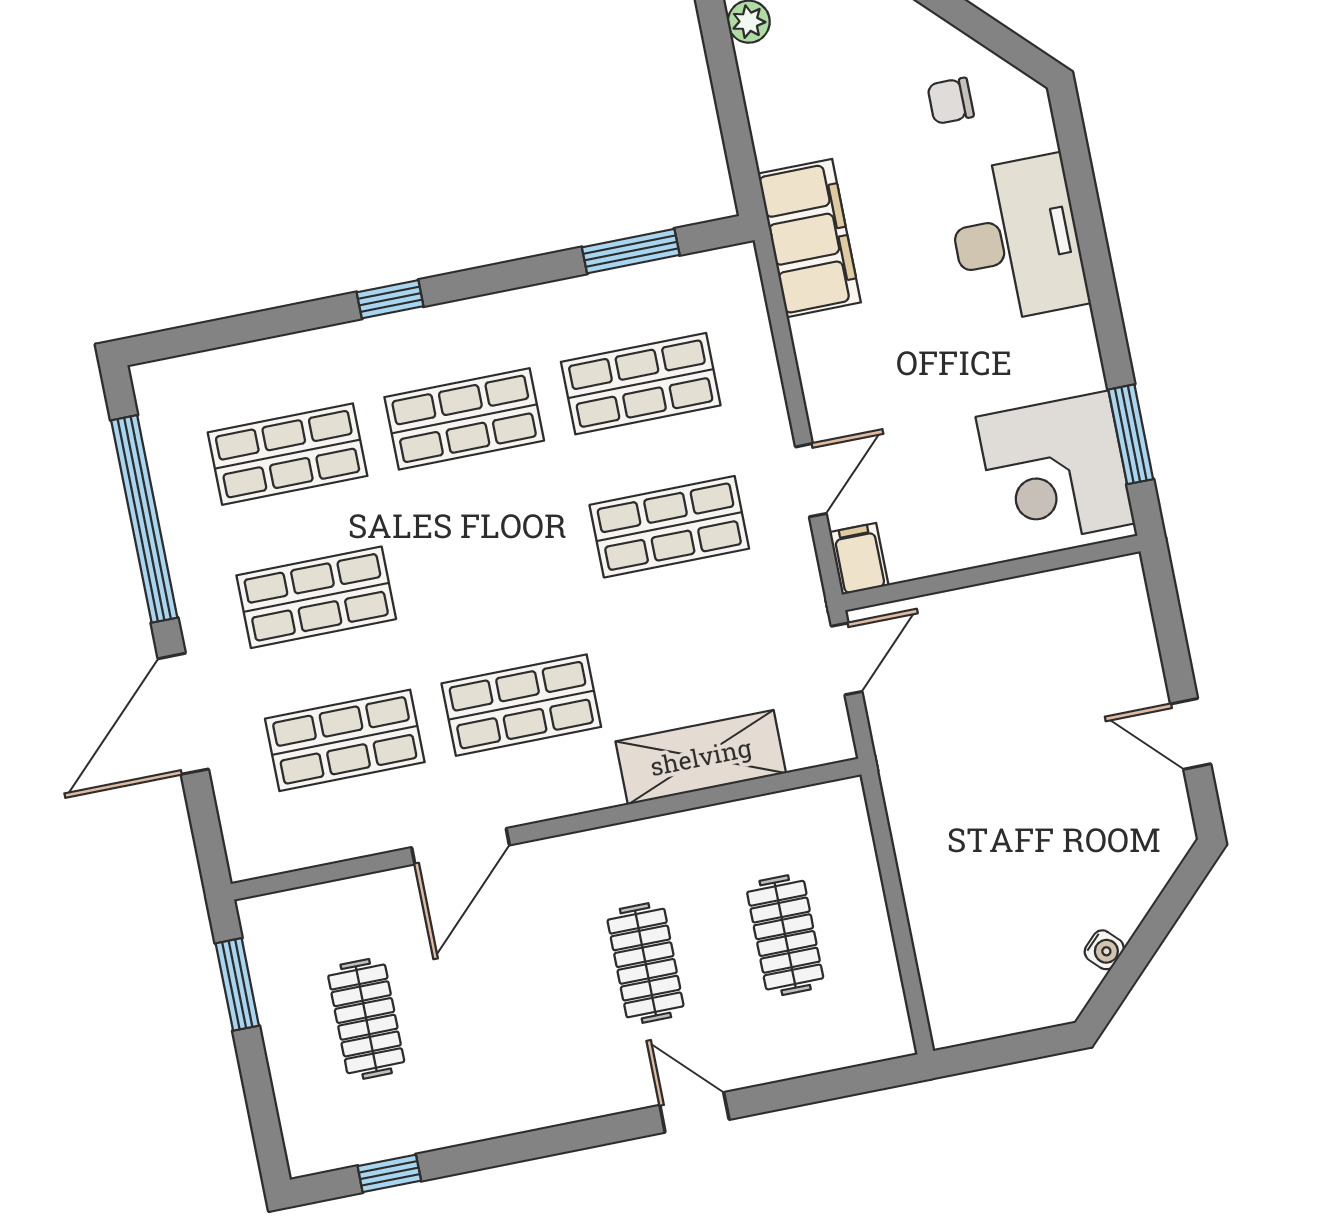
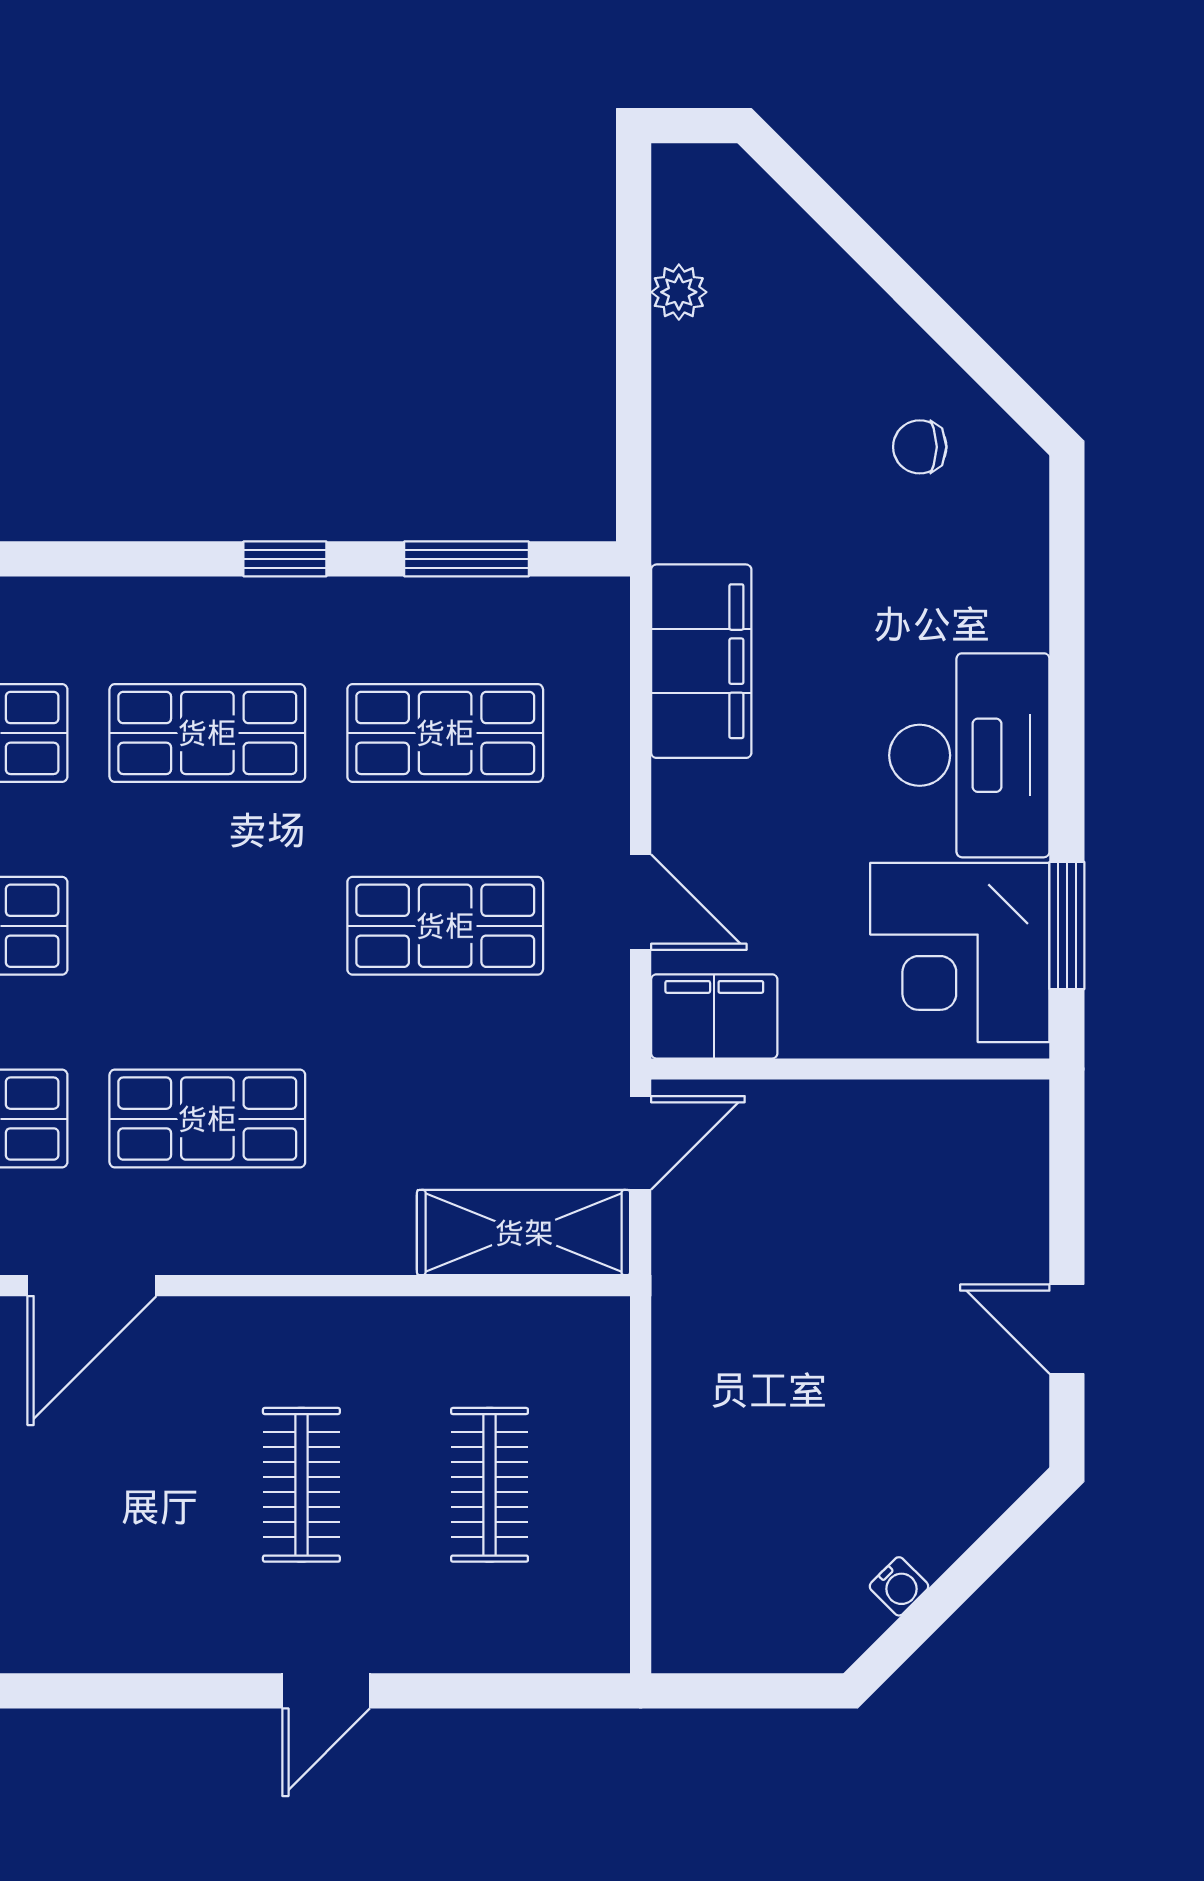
filing cabinet: (809, 238) -> (701, 661), moved
desk: (1016, 239) -> (969, 755), moved
window: (390, 299) -> (285, 559), moved
door: (811, 480) -> (641, 902), hinge flipped
filing cabinet: (859, 559) -> (714, 1016), width x2.00
shelving: (701, 757) -> (524, 1233), moved
door: (694, 1112) -> (326, 1691), swing flipped

